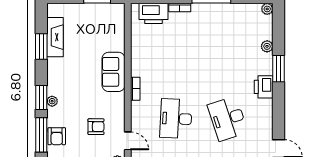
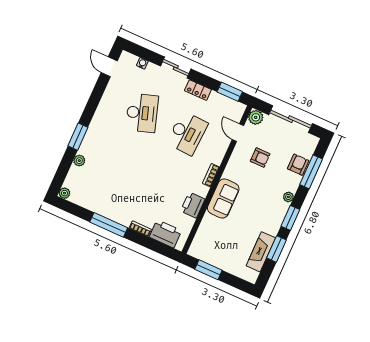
printer: (264, 87) -> (193, 205), moved, turned 180
window: (41, 97) -> (290, 218), moved
armchair: (96, 127) -> (260, 158), turned 180

